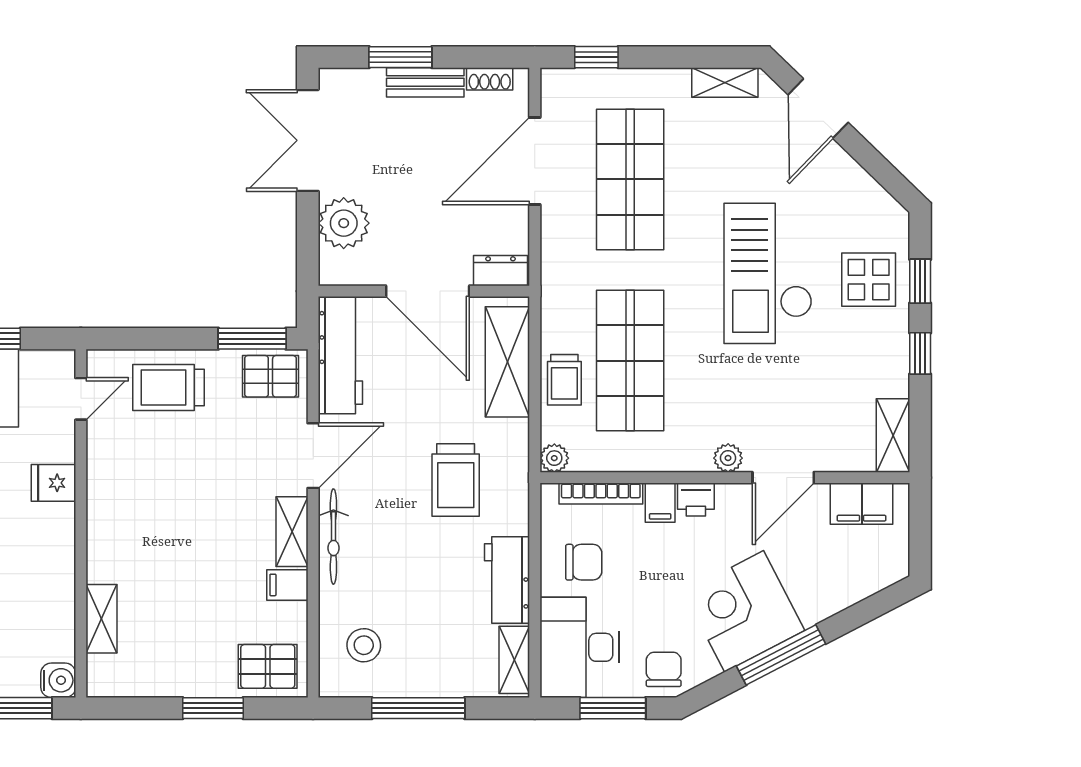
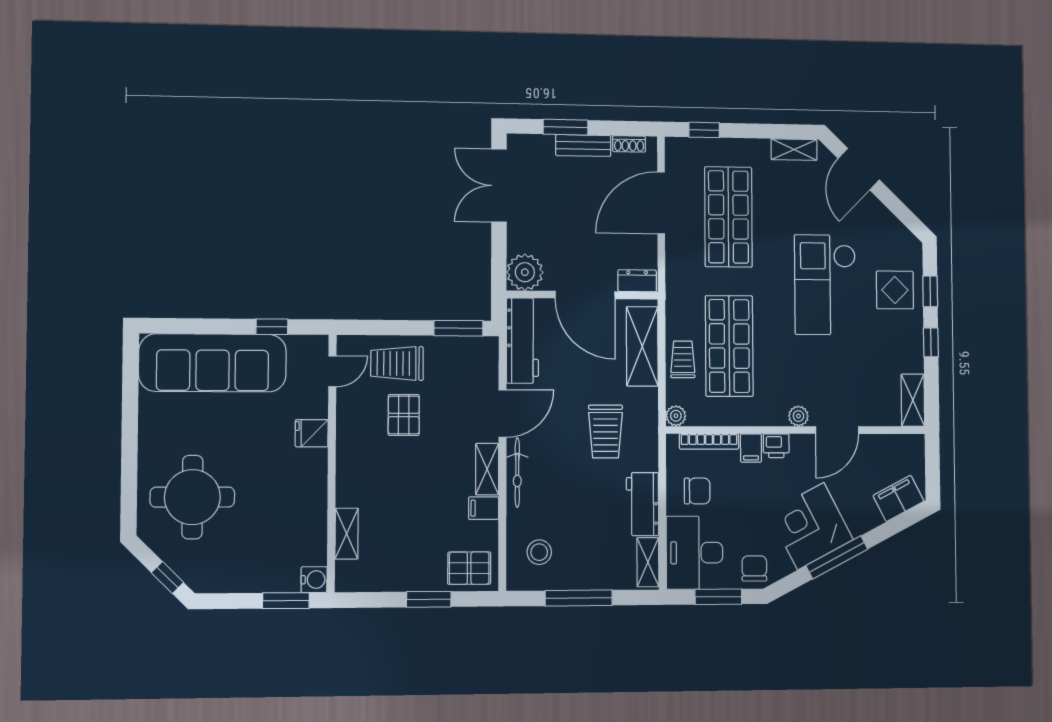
plant: (344, 223) -> (525, 272), moved
pallet: (270, 376) -> (404, 415), moved, turned 90
trolley: (564, 380) -> (683, 359), turned 180
filing cabinet: (862, 504) -> (899, 498), moved, turned 153

